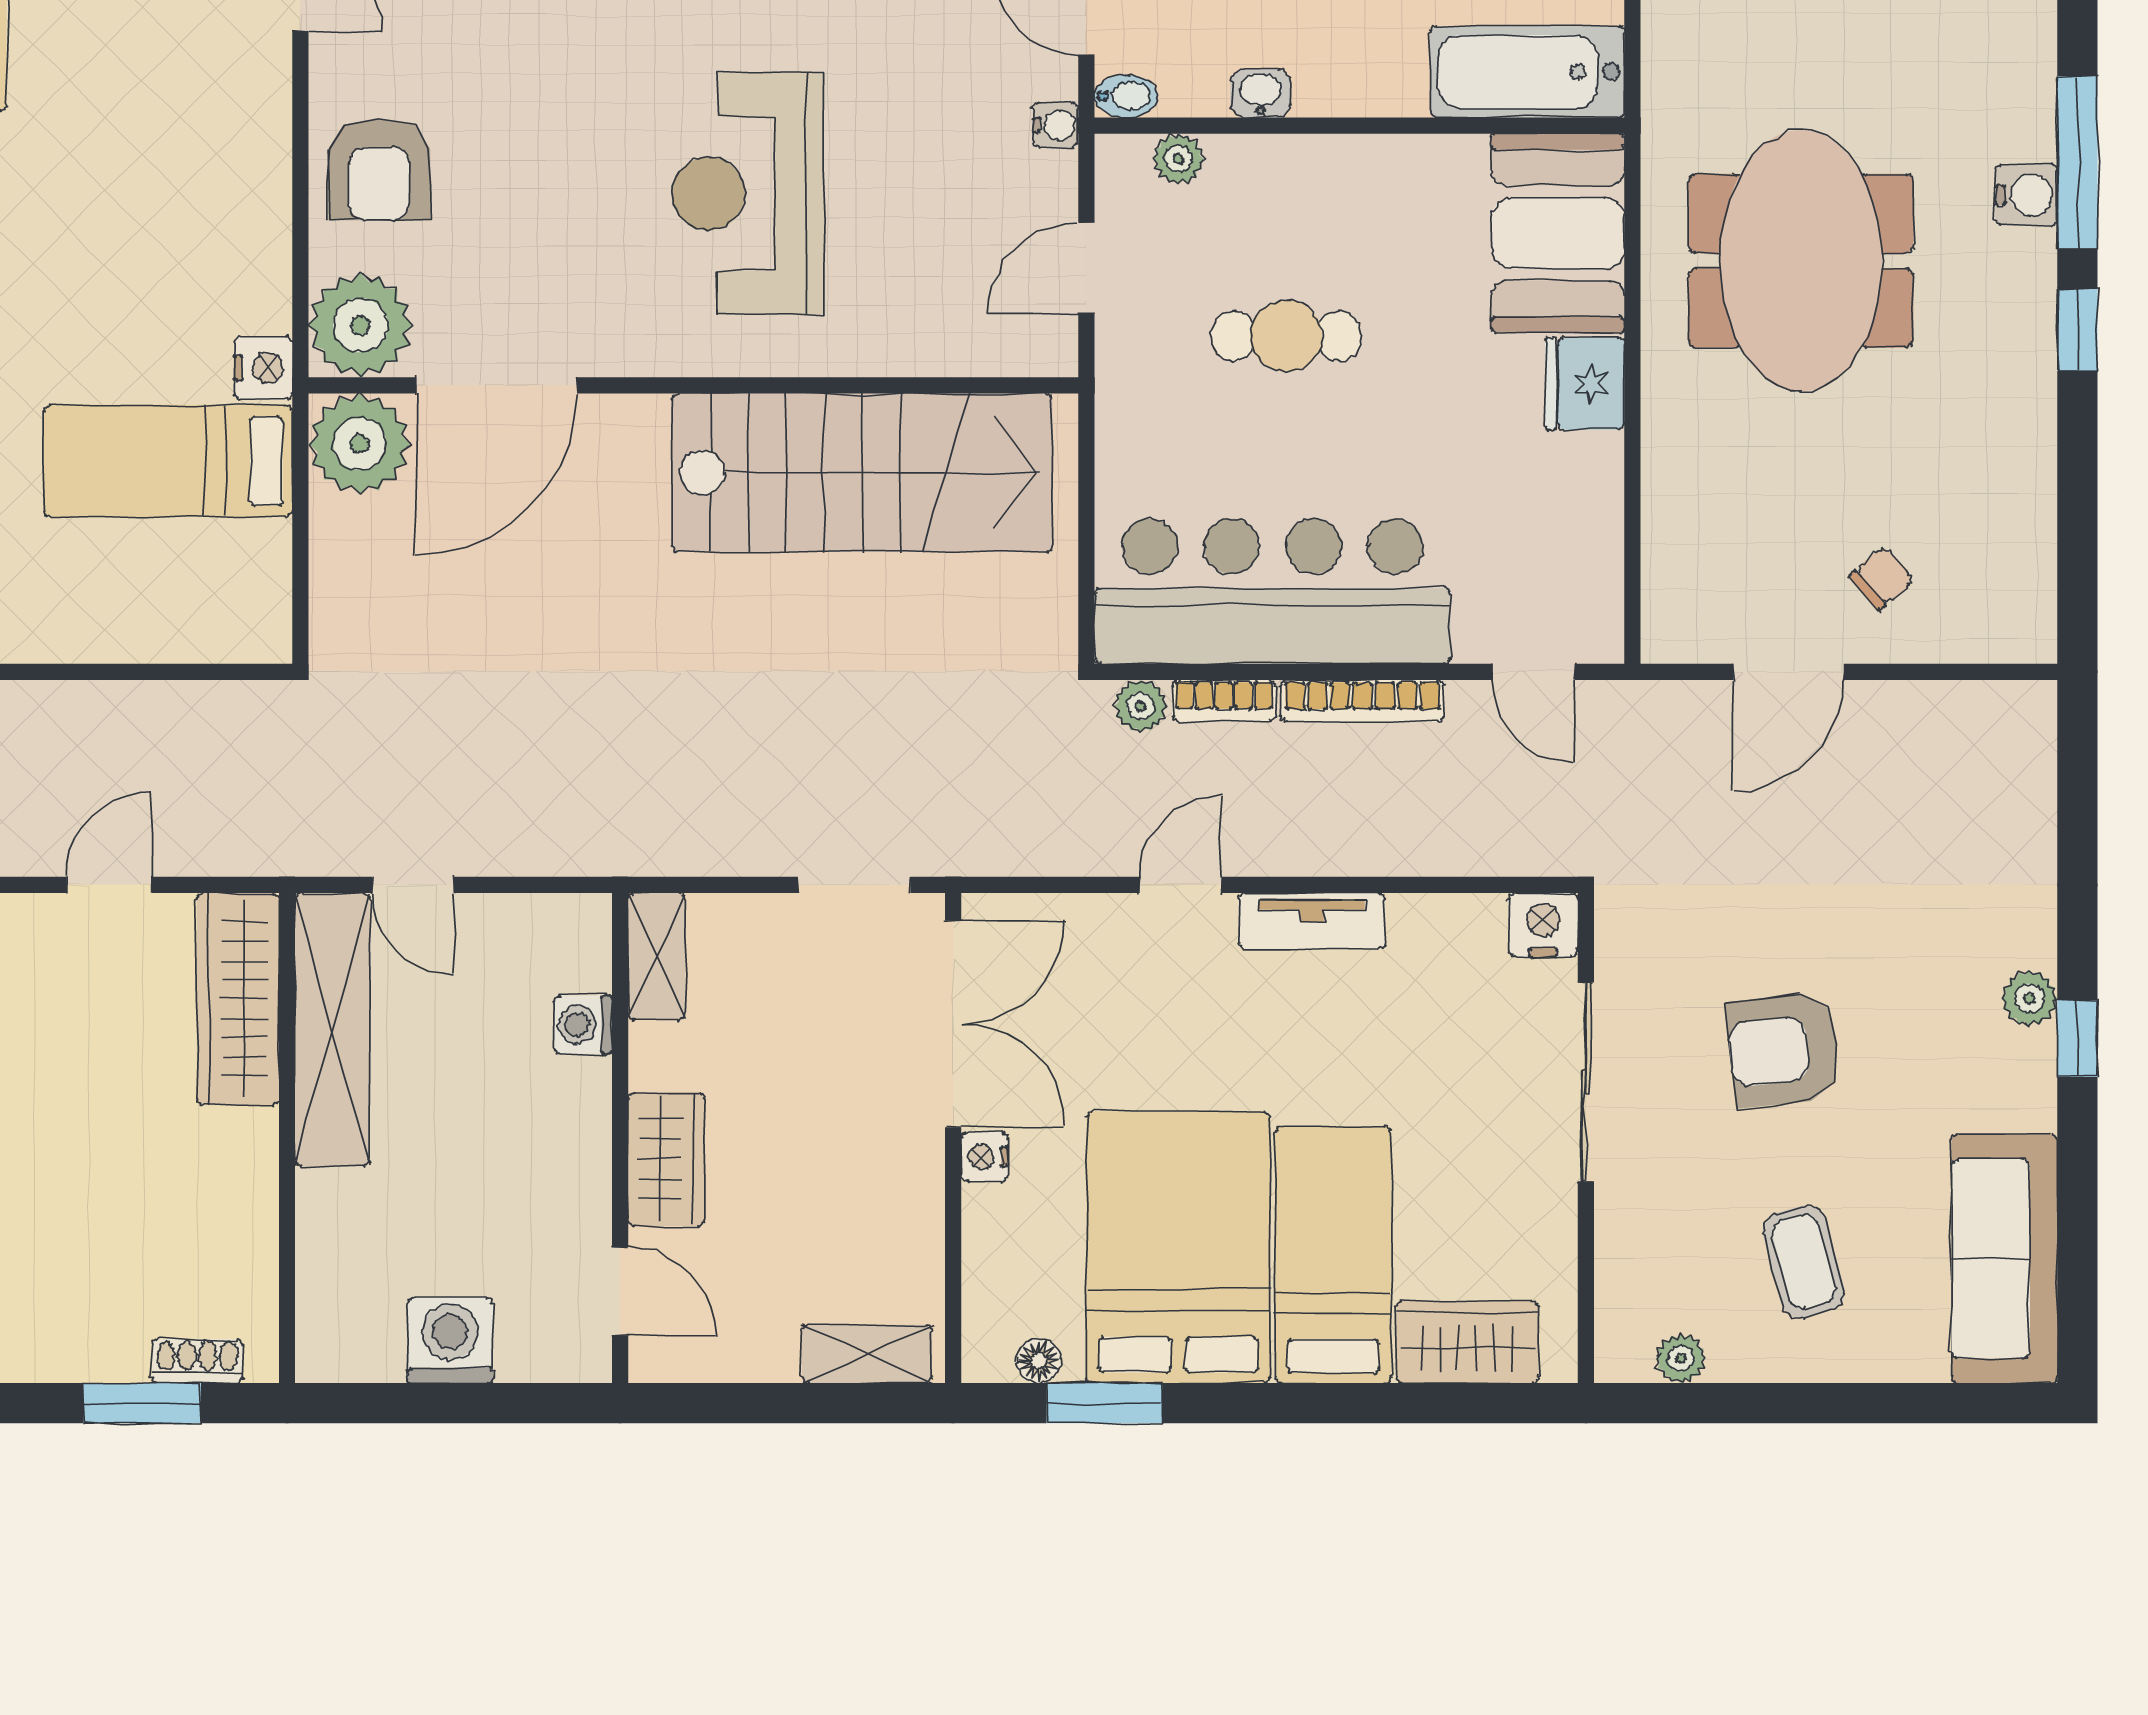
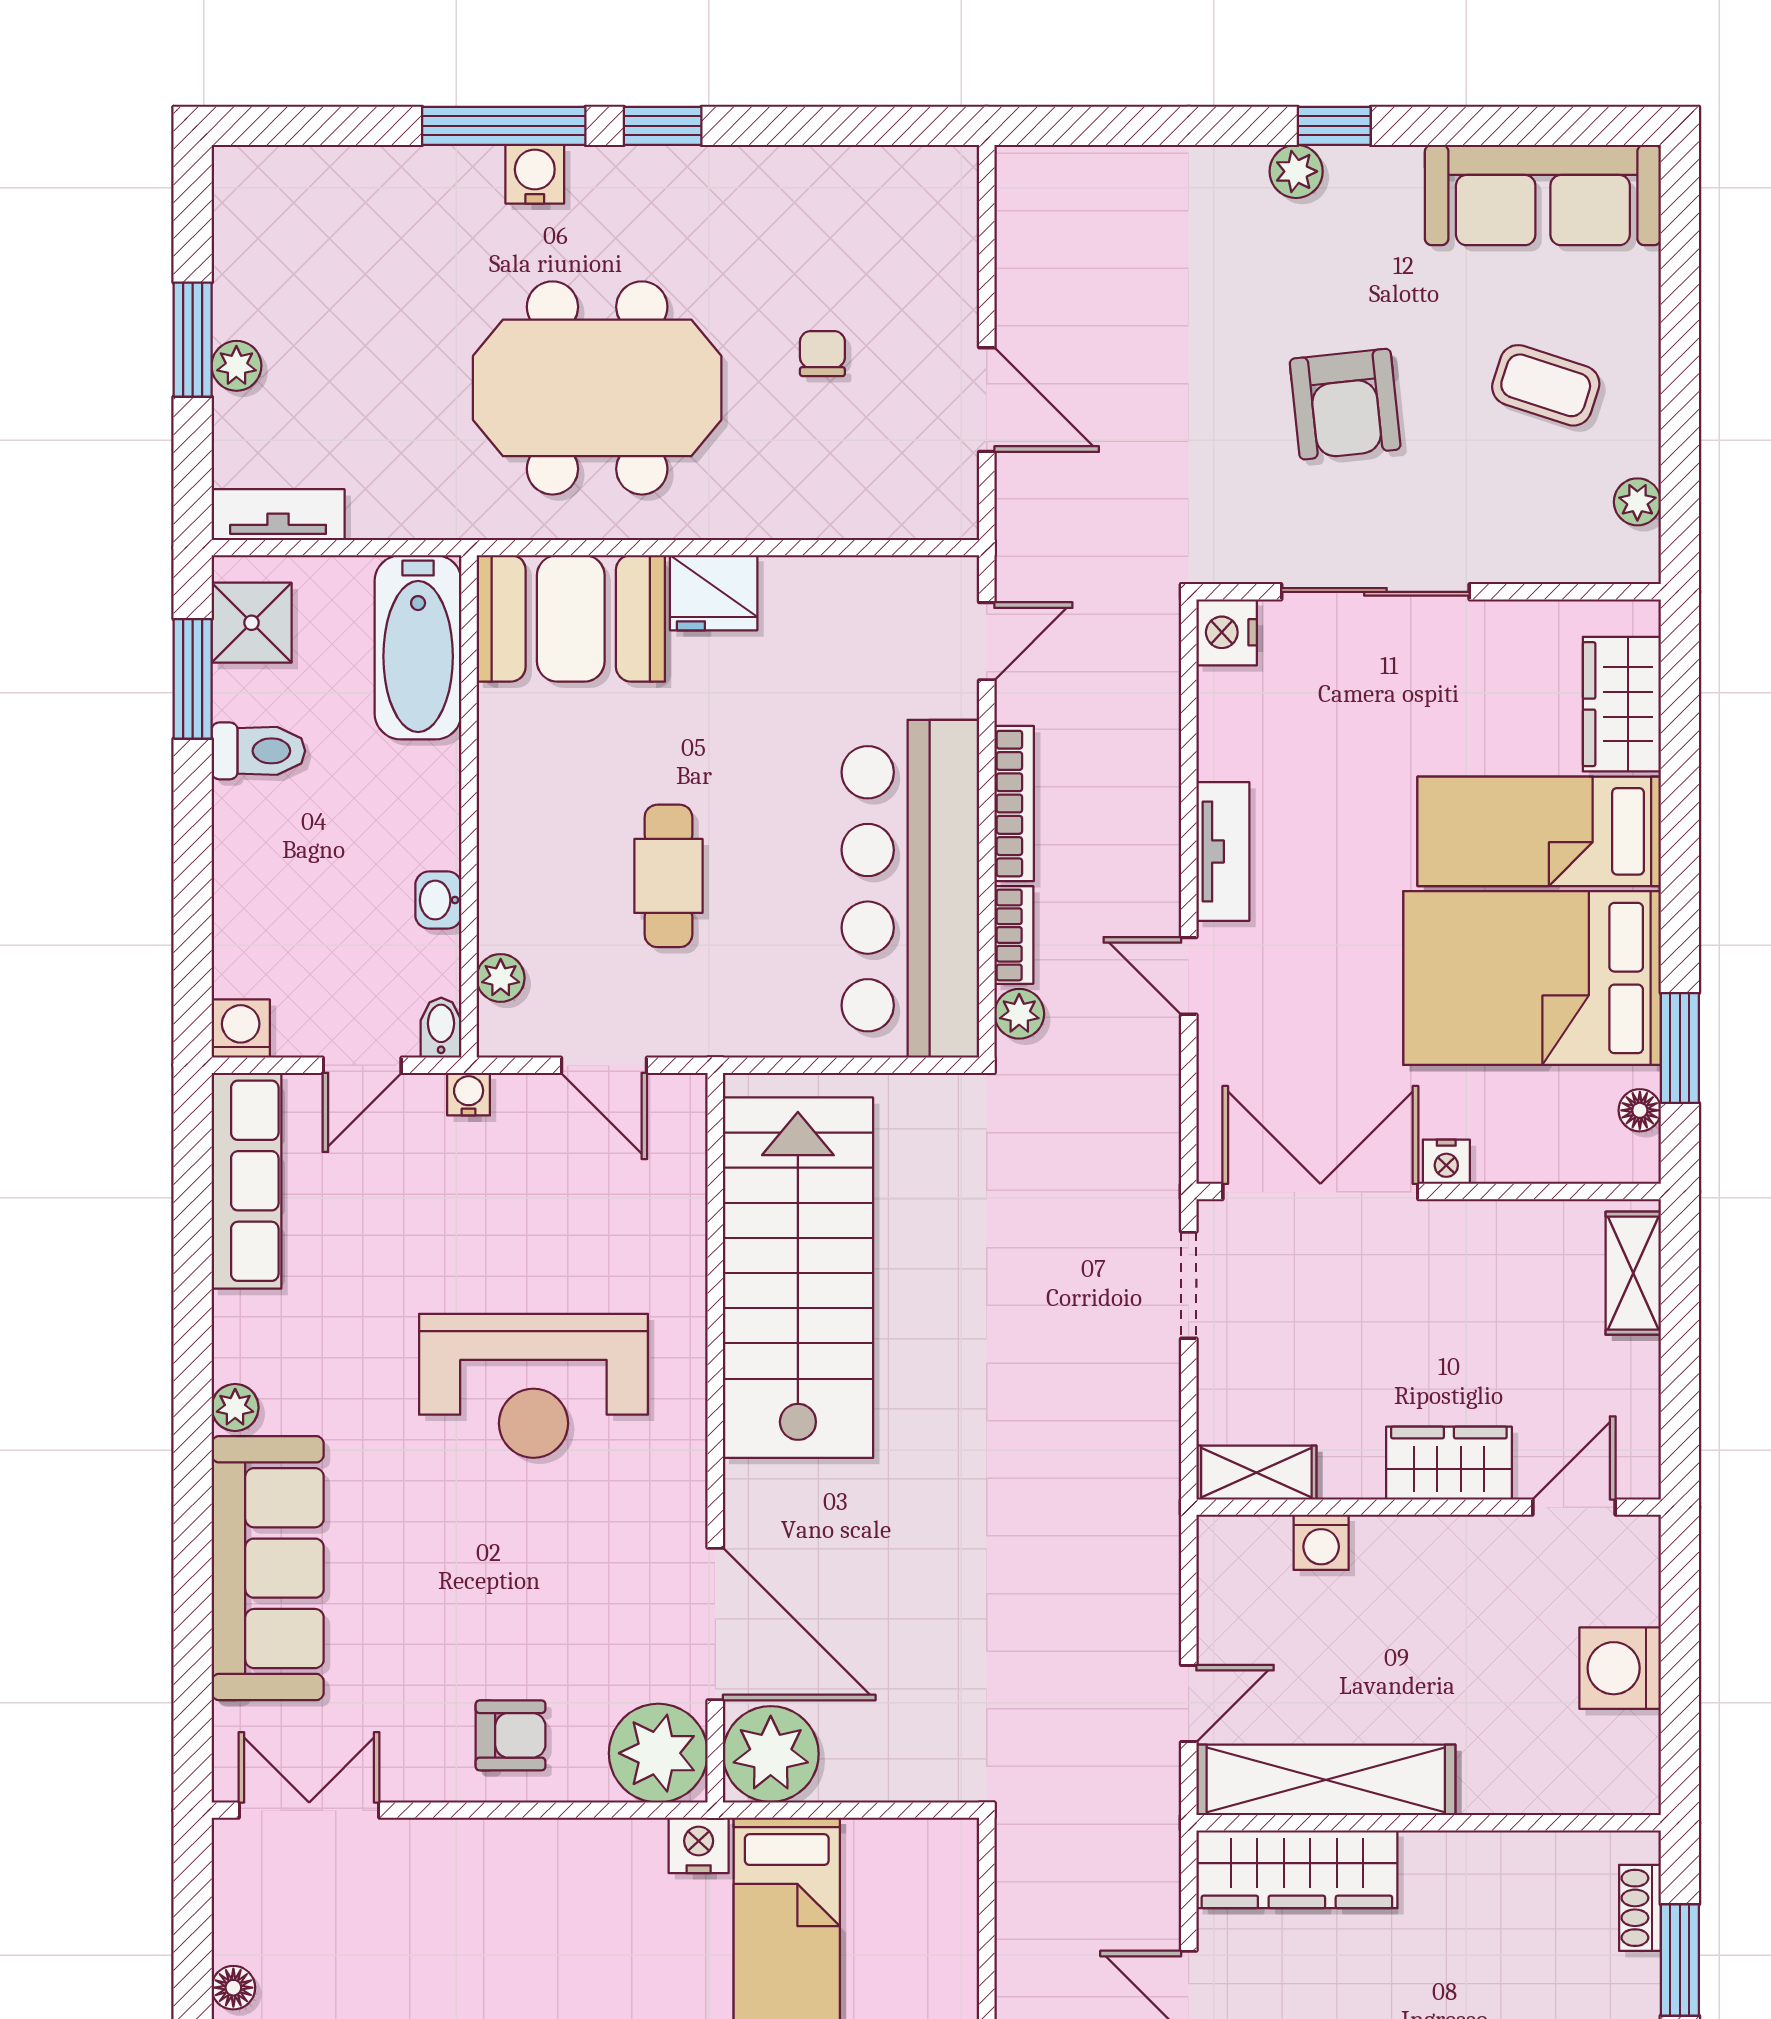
armchair: (379, 169) -> (511, 1735), width x0.72, depth x0.72
chair: (1881, 578) -> (822, 354), moved, turned 41
coffee table: (1804, 1262) -> (1546, 385), turned 33

